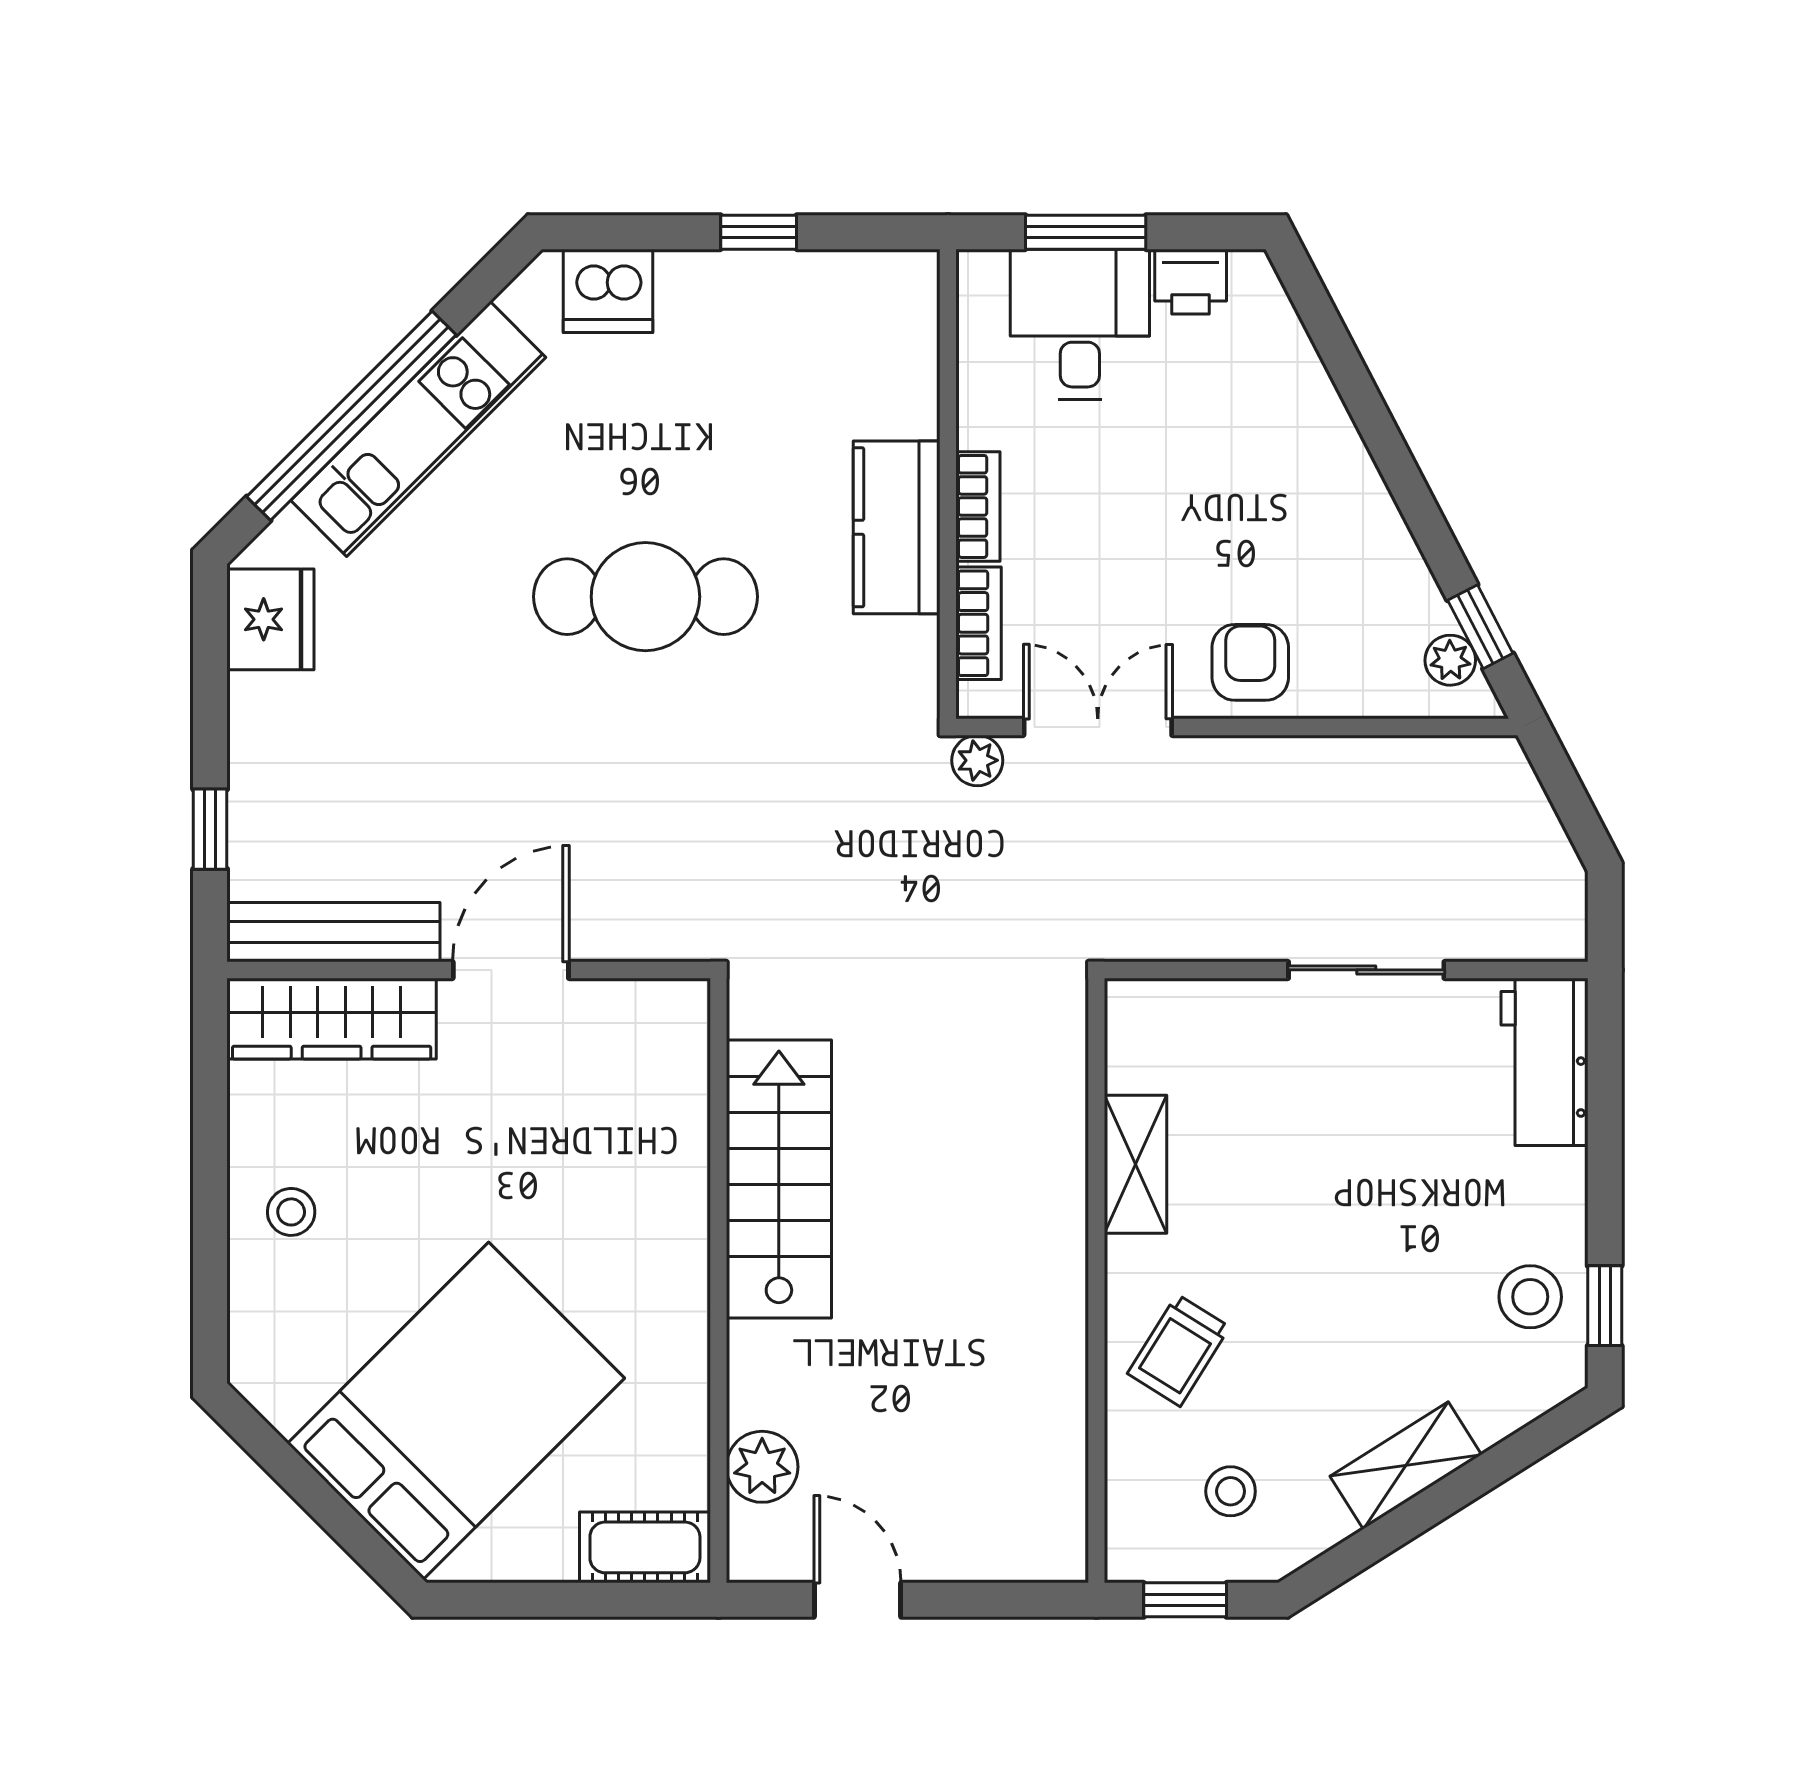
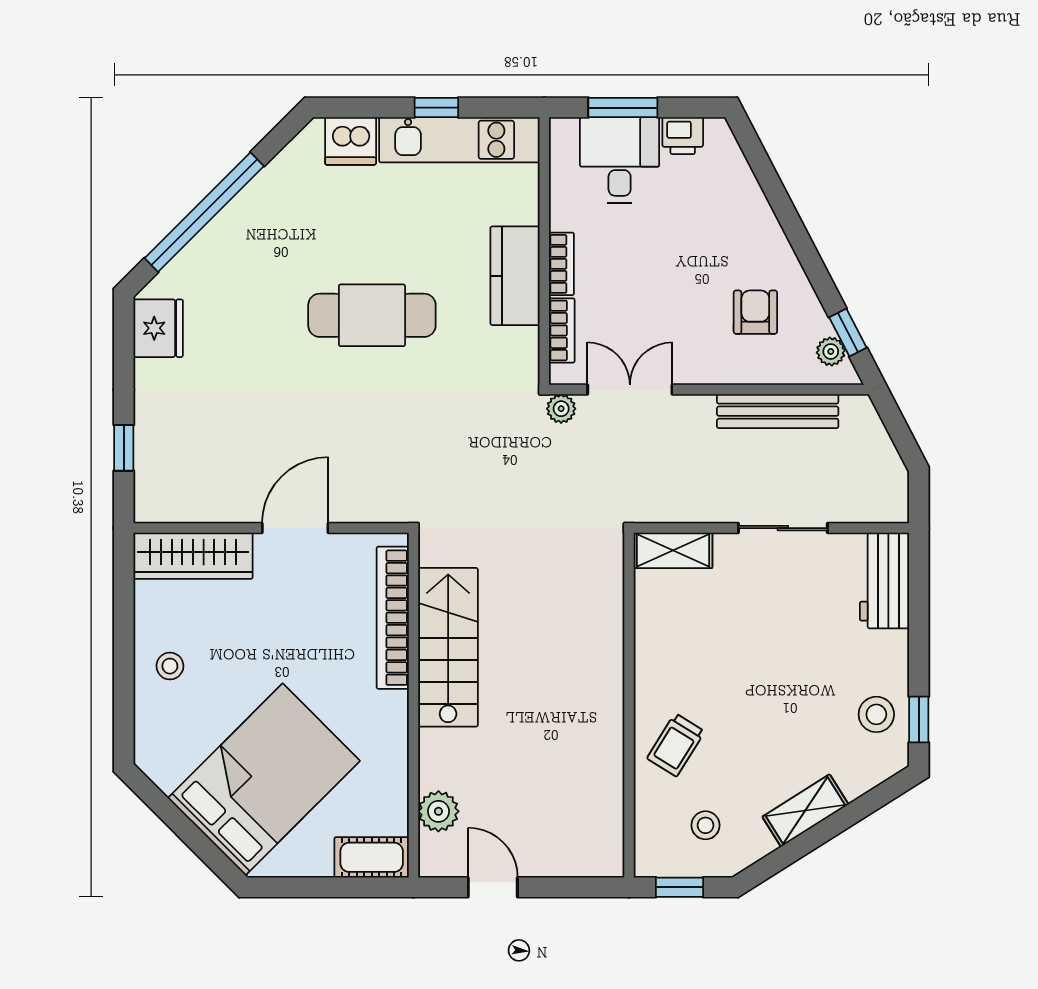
kitchen unit: (418, 429) -> (459, 140), moved, turned 45
armchair: (1250, 662) -> (755, 312), moved
bench: (333, 932) -> (778, 411), moved
bookcase: (682, 1127) -> (393, 618), added
shelving: (1136, 1164) -> (673, 550), moved, turned 90

